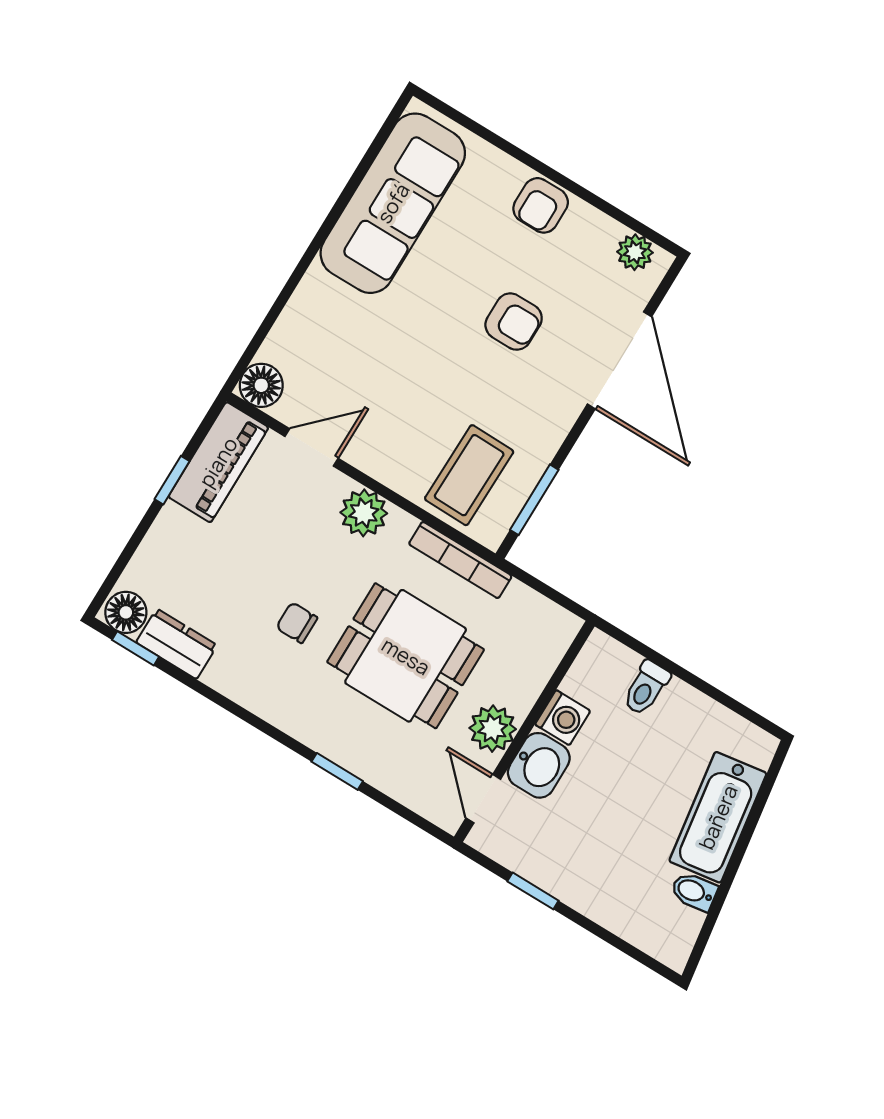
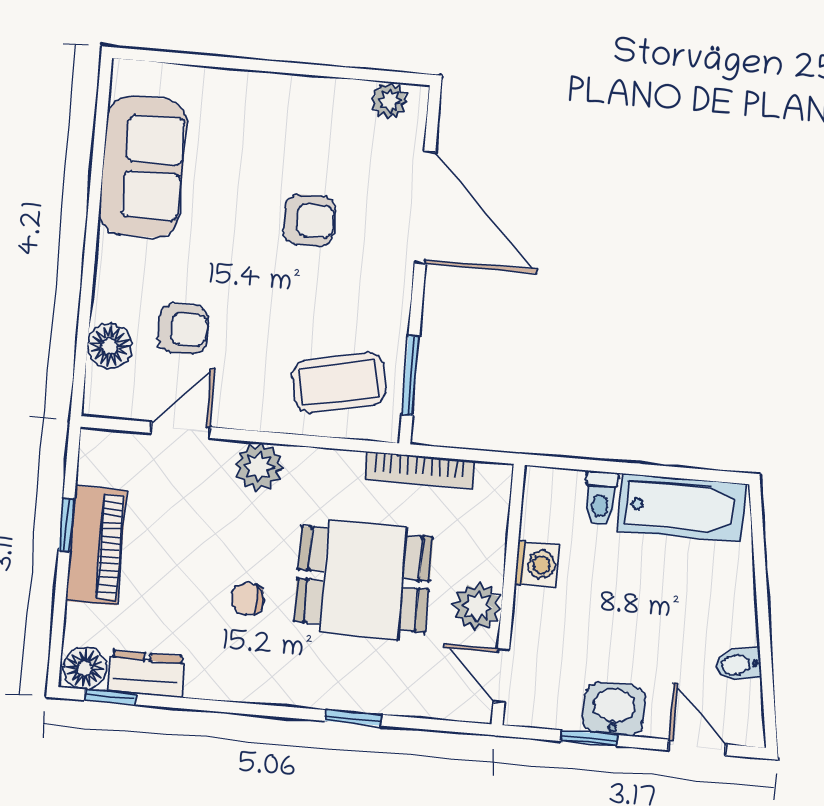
sofa: (393, 203) -> (143, 167), width x0.73
armchair: (541, 205) -> (183, 329), moved, turned -90
floor lamp: (261, 385) -> (110, 346), moved
piano: (218, 462) -> (96, 546), moved
coffee table: (469, 475) -> (339, 383), turned 76
bookcase: (460, 560) -> (420, 470), moved
washbasin: (539, 765) -> (614, 709), moved, turned -90
bathtub: (718, 817) -> (682, 508), moved, turned -81
door: (622, 945) -> (697, 747), added

